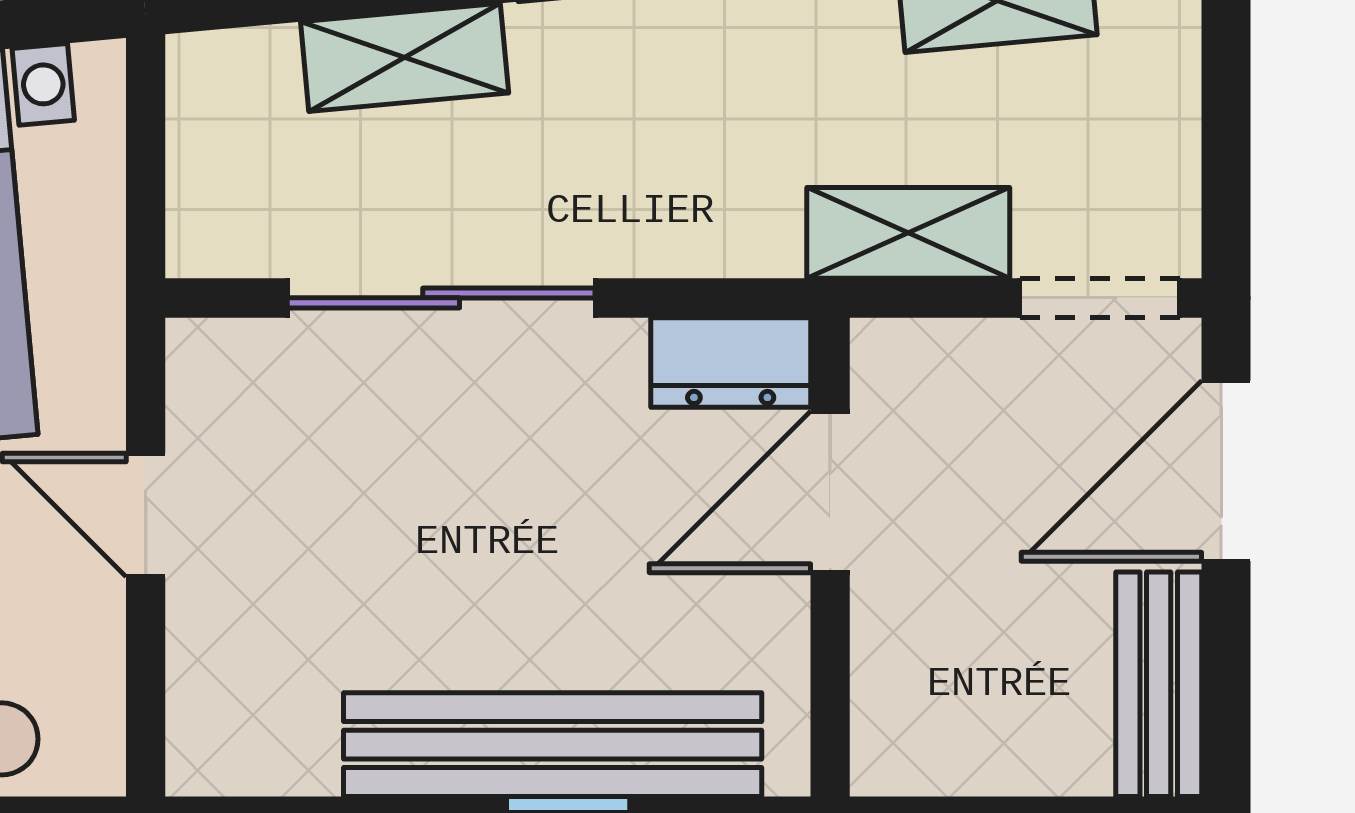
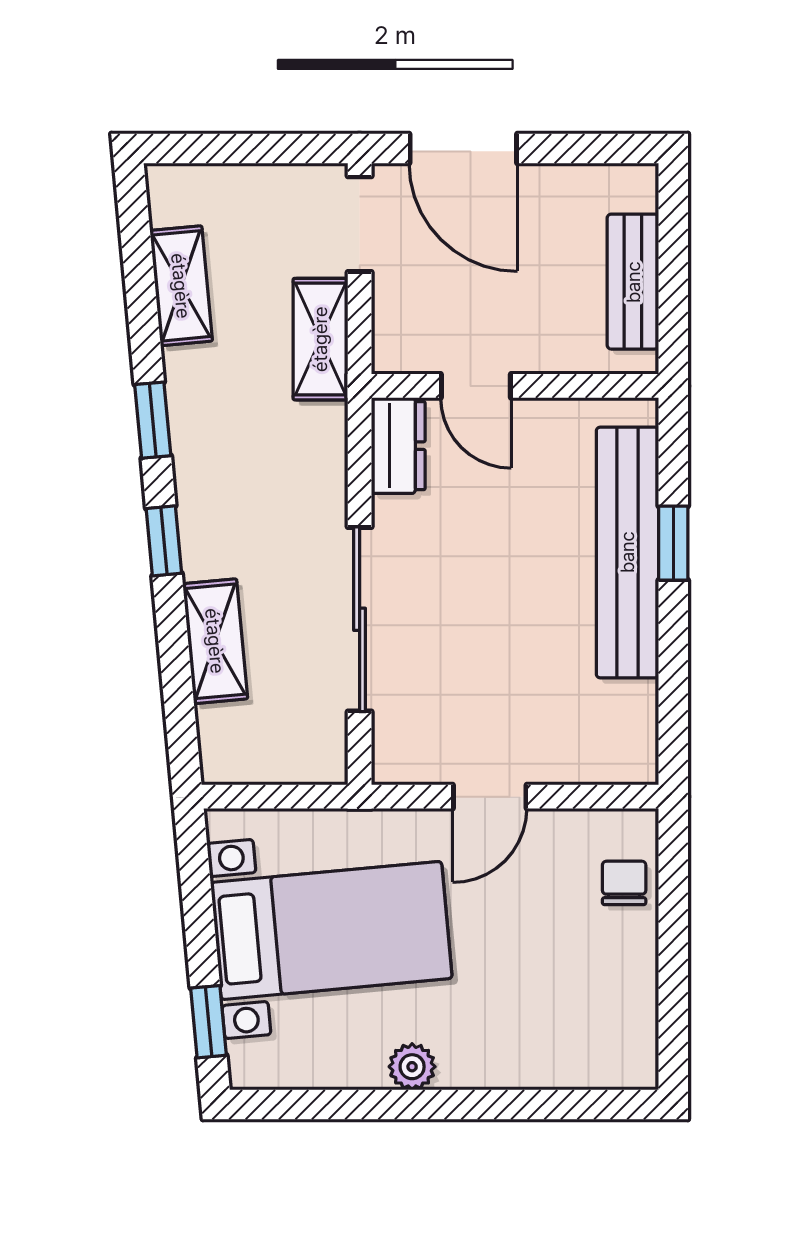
door: (830, 492) -> (476, 386), width x0.73
bench: (1159, 684) -> (633, 282), moved, turned 90

